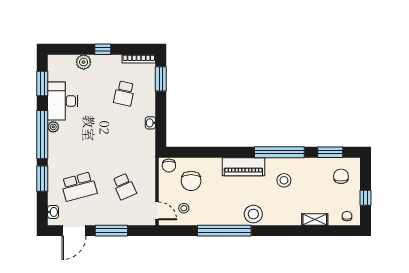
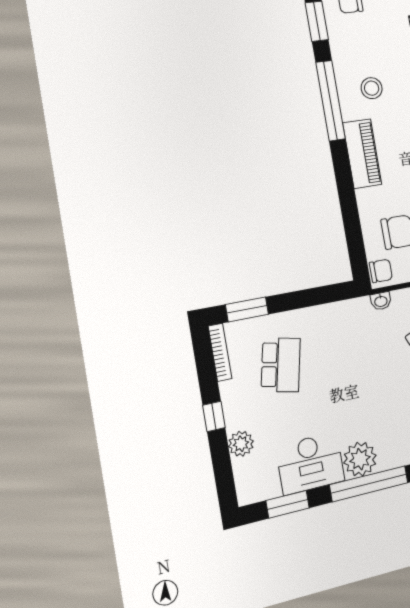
school desk: (124, 93) -> (281, 365), width x1.85
washbasin: (150, 123) -> (381, 301), moved
plant: (53, 127) -> (360, 459), width x1.88, depth x1.88

